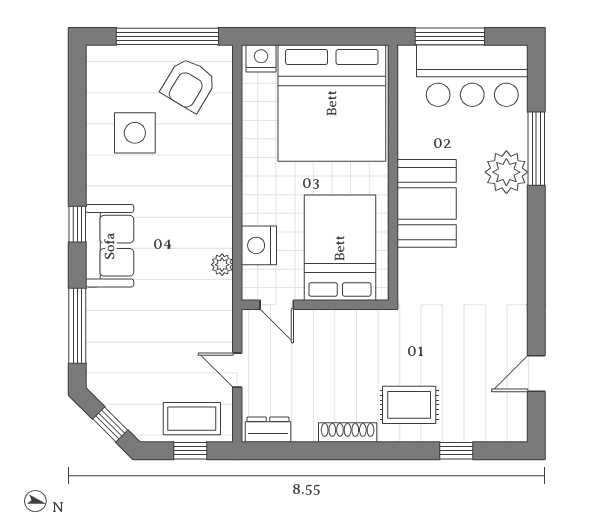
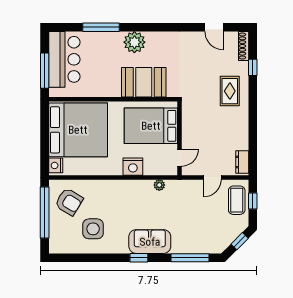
plant: (506, 172) -> (134, 42), moved
booth: (427, 203) -> (144, 82), moved
nightstand: (259, 245) -> (133, 167), moved
shoe rack: (348, 433) -> (244, 46), moved

